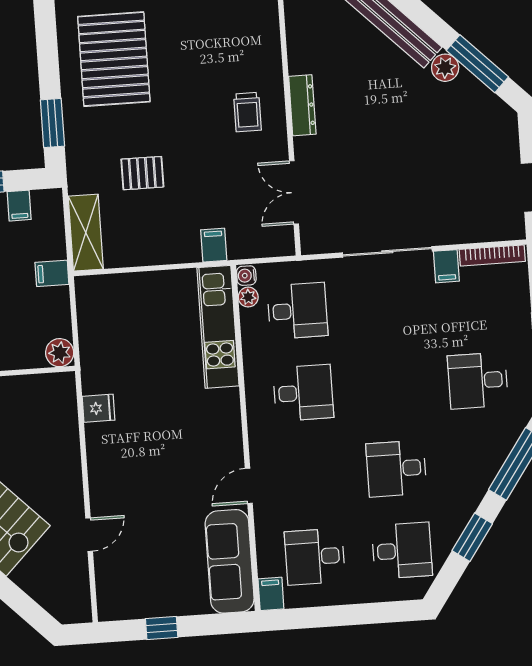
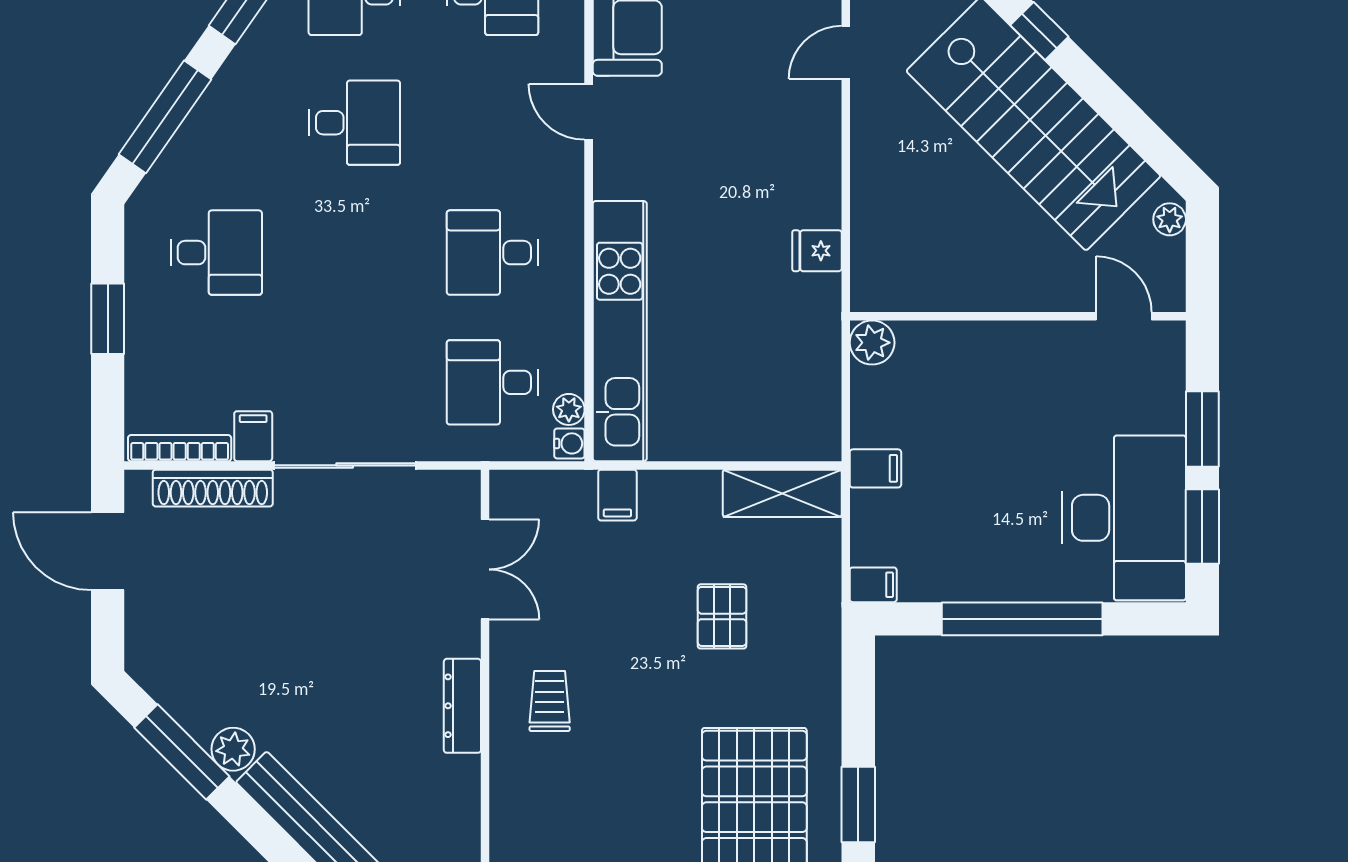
window: (52, 123) -> (858, 805), moved
pallet: (142, 173) -> (722, 616), turned 90
filing cabinet: (19, 206) -> (873, 585), moved, turned 90
shoe rack: (470, 232) -> (213, 488), added
shelving: (86, 233) -> (782, 493), moved, turned 90
kitchen unit: (218, 327) -> (620, 331), width x1.36
door: (249, 486) -> (589, 112), swing flipped

